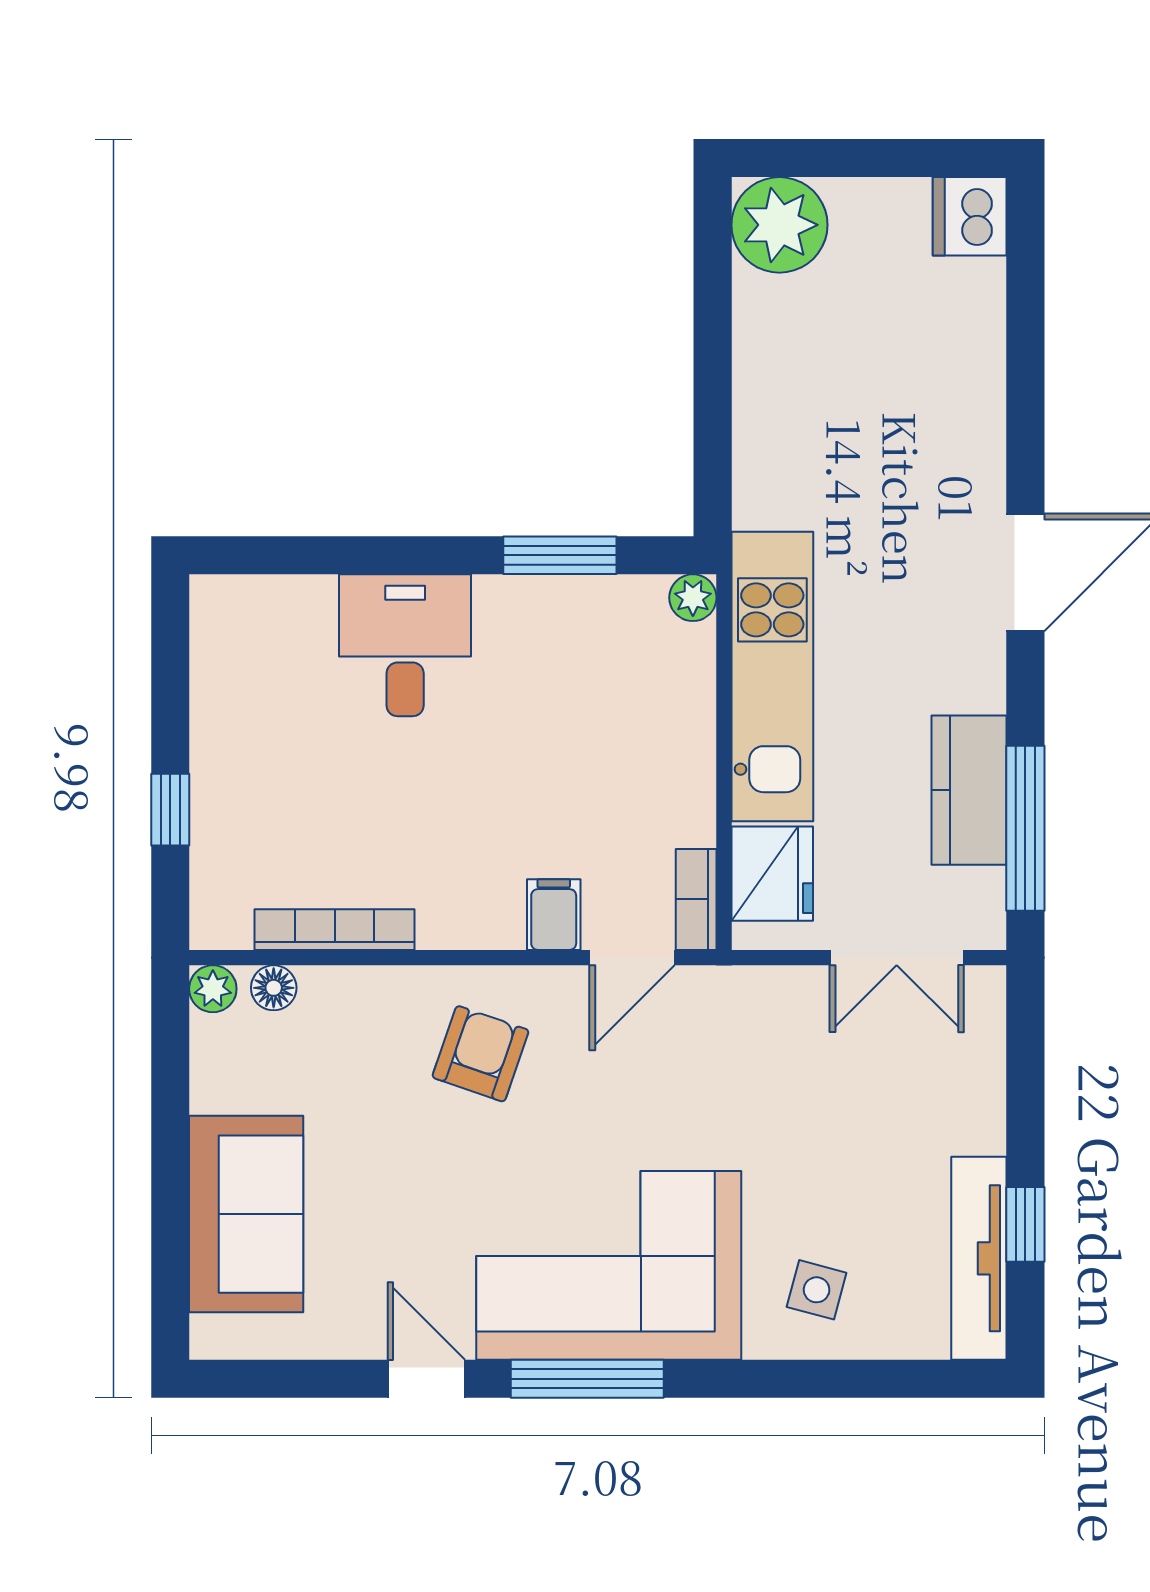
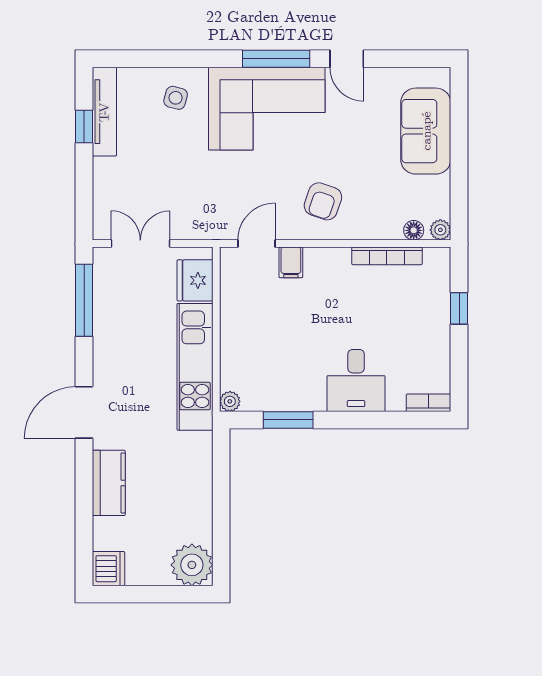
kitchen counter: (969, 790) -> (109, 483), moved
bookcase: (696, 899) -> (429, 403), moved, turned -90

